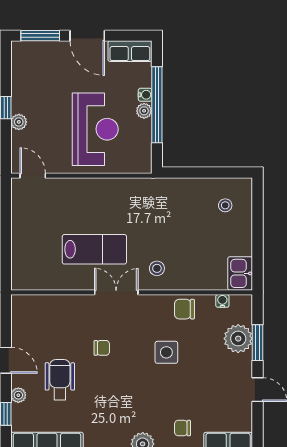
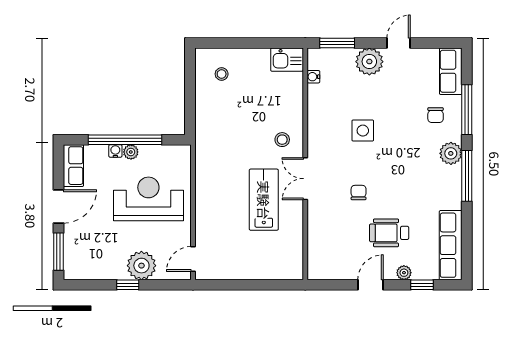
plant: (19, 122) -> (141, 266), width x1.87, depth x1.87
chair: (184, 309) -> (321, 113), removed
plant: (238, 339) -> (369, 62), moved
window: (258, 343) -> (337, 43), moved

